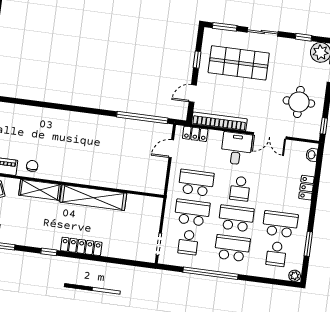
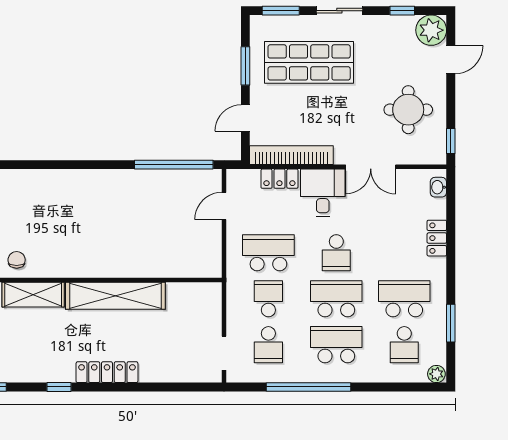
window: (197, 60) -> (245, 66), width x1.50
locker: (195, 134) -> (279, 179), moved
school desk: (192, 213) -> (268, 299), width x0.54

